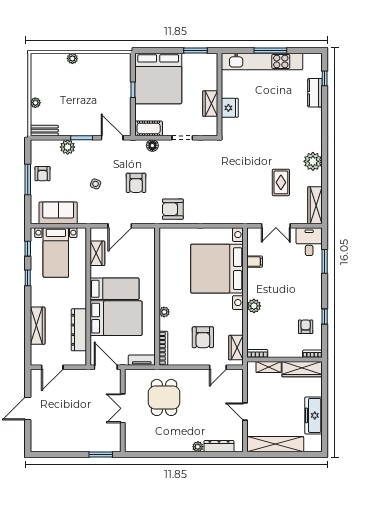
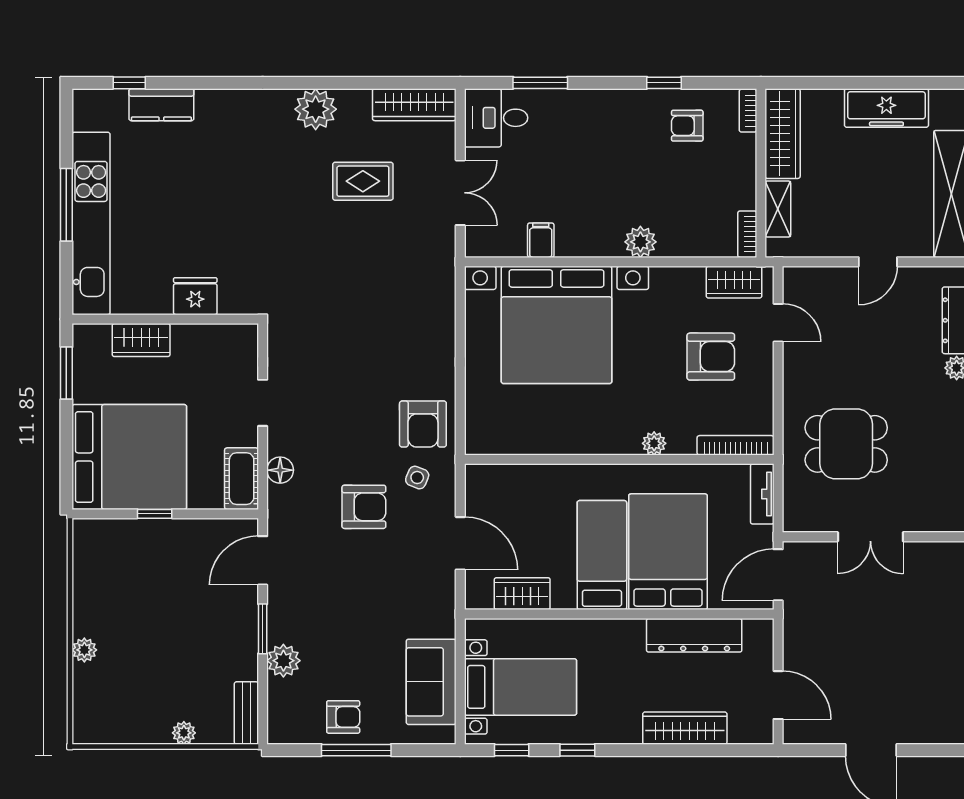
wardrobe: (210, 104) -> (141, 340), moved
side table: (96, 184) -> (417, 478), moved

